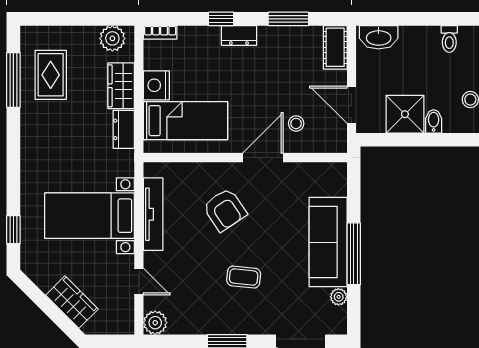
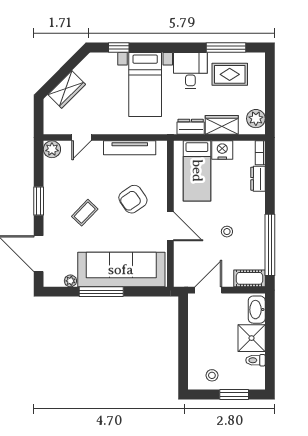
window: (221, 19) -> (270, 197), removed
window: (288, 19) -> (270, 245), width x2.11
dresser: (239, 35) -> (258, 179), moved
shower: (405, 114) -> (252, 338), moved
bidet: (434, 121) -> (196, 349), removed
stool: (296, 123) -> (227, 232), moved
desk: (45, 130) -> (190, 71), added
bed with nightstands: (90, 216) -> (145, 85), moved, turned 180
sofa: (328, 242) -> (121, 270), width x1.36, depth x1.27
coffee table: (244, 277) -> (85, 213), turned 38

